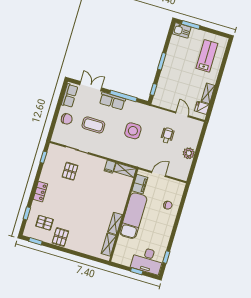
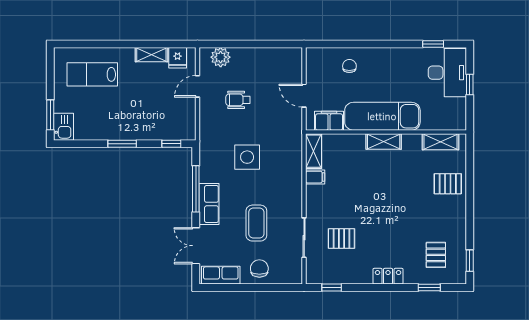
plant: (189, 153) -> (221, 57), moved
shelving: (115, 223) -> (384, 142), moved
pallet: (60, 237) -> (448, 184), moved

